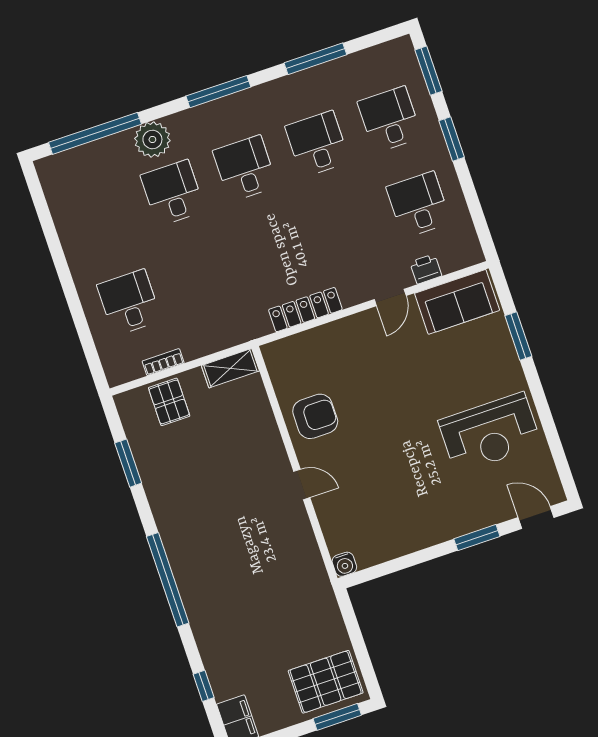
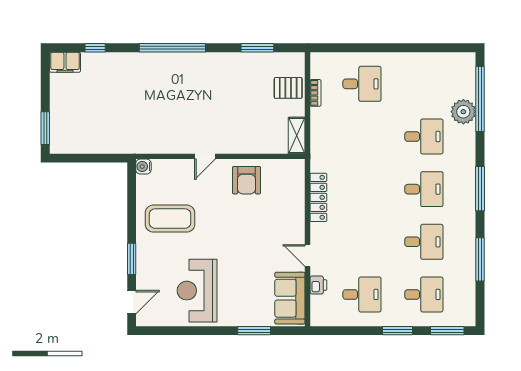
plant: (152, 139) -> (463, 112), moved
coffee table: (403, 504) -> (170, 219), added
pallet: (326, 682) -> (71, 128), removed

